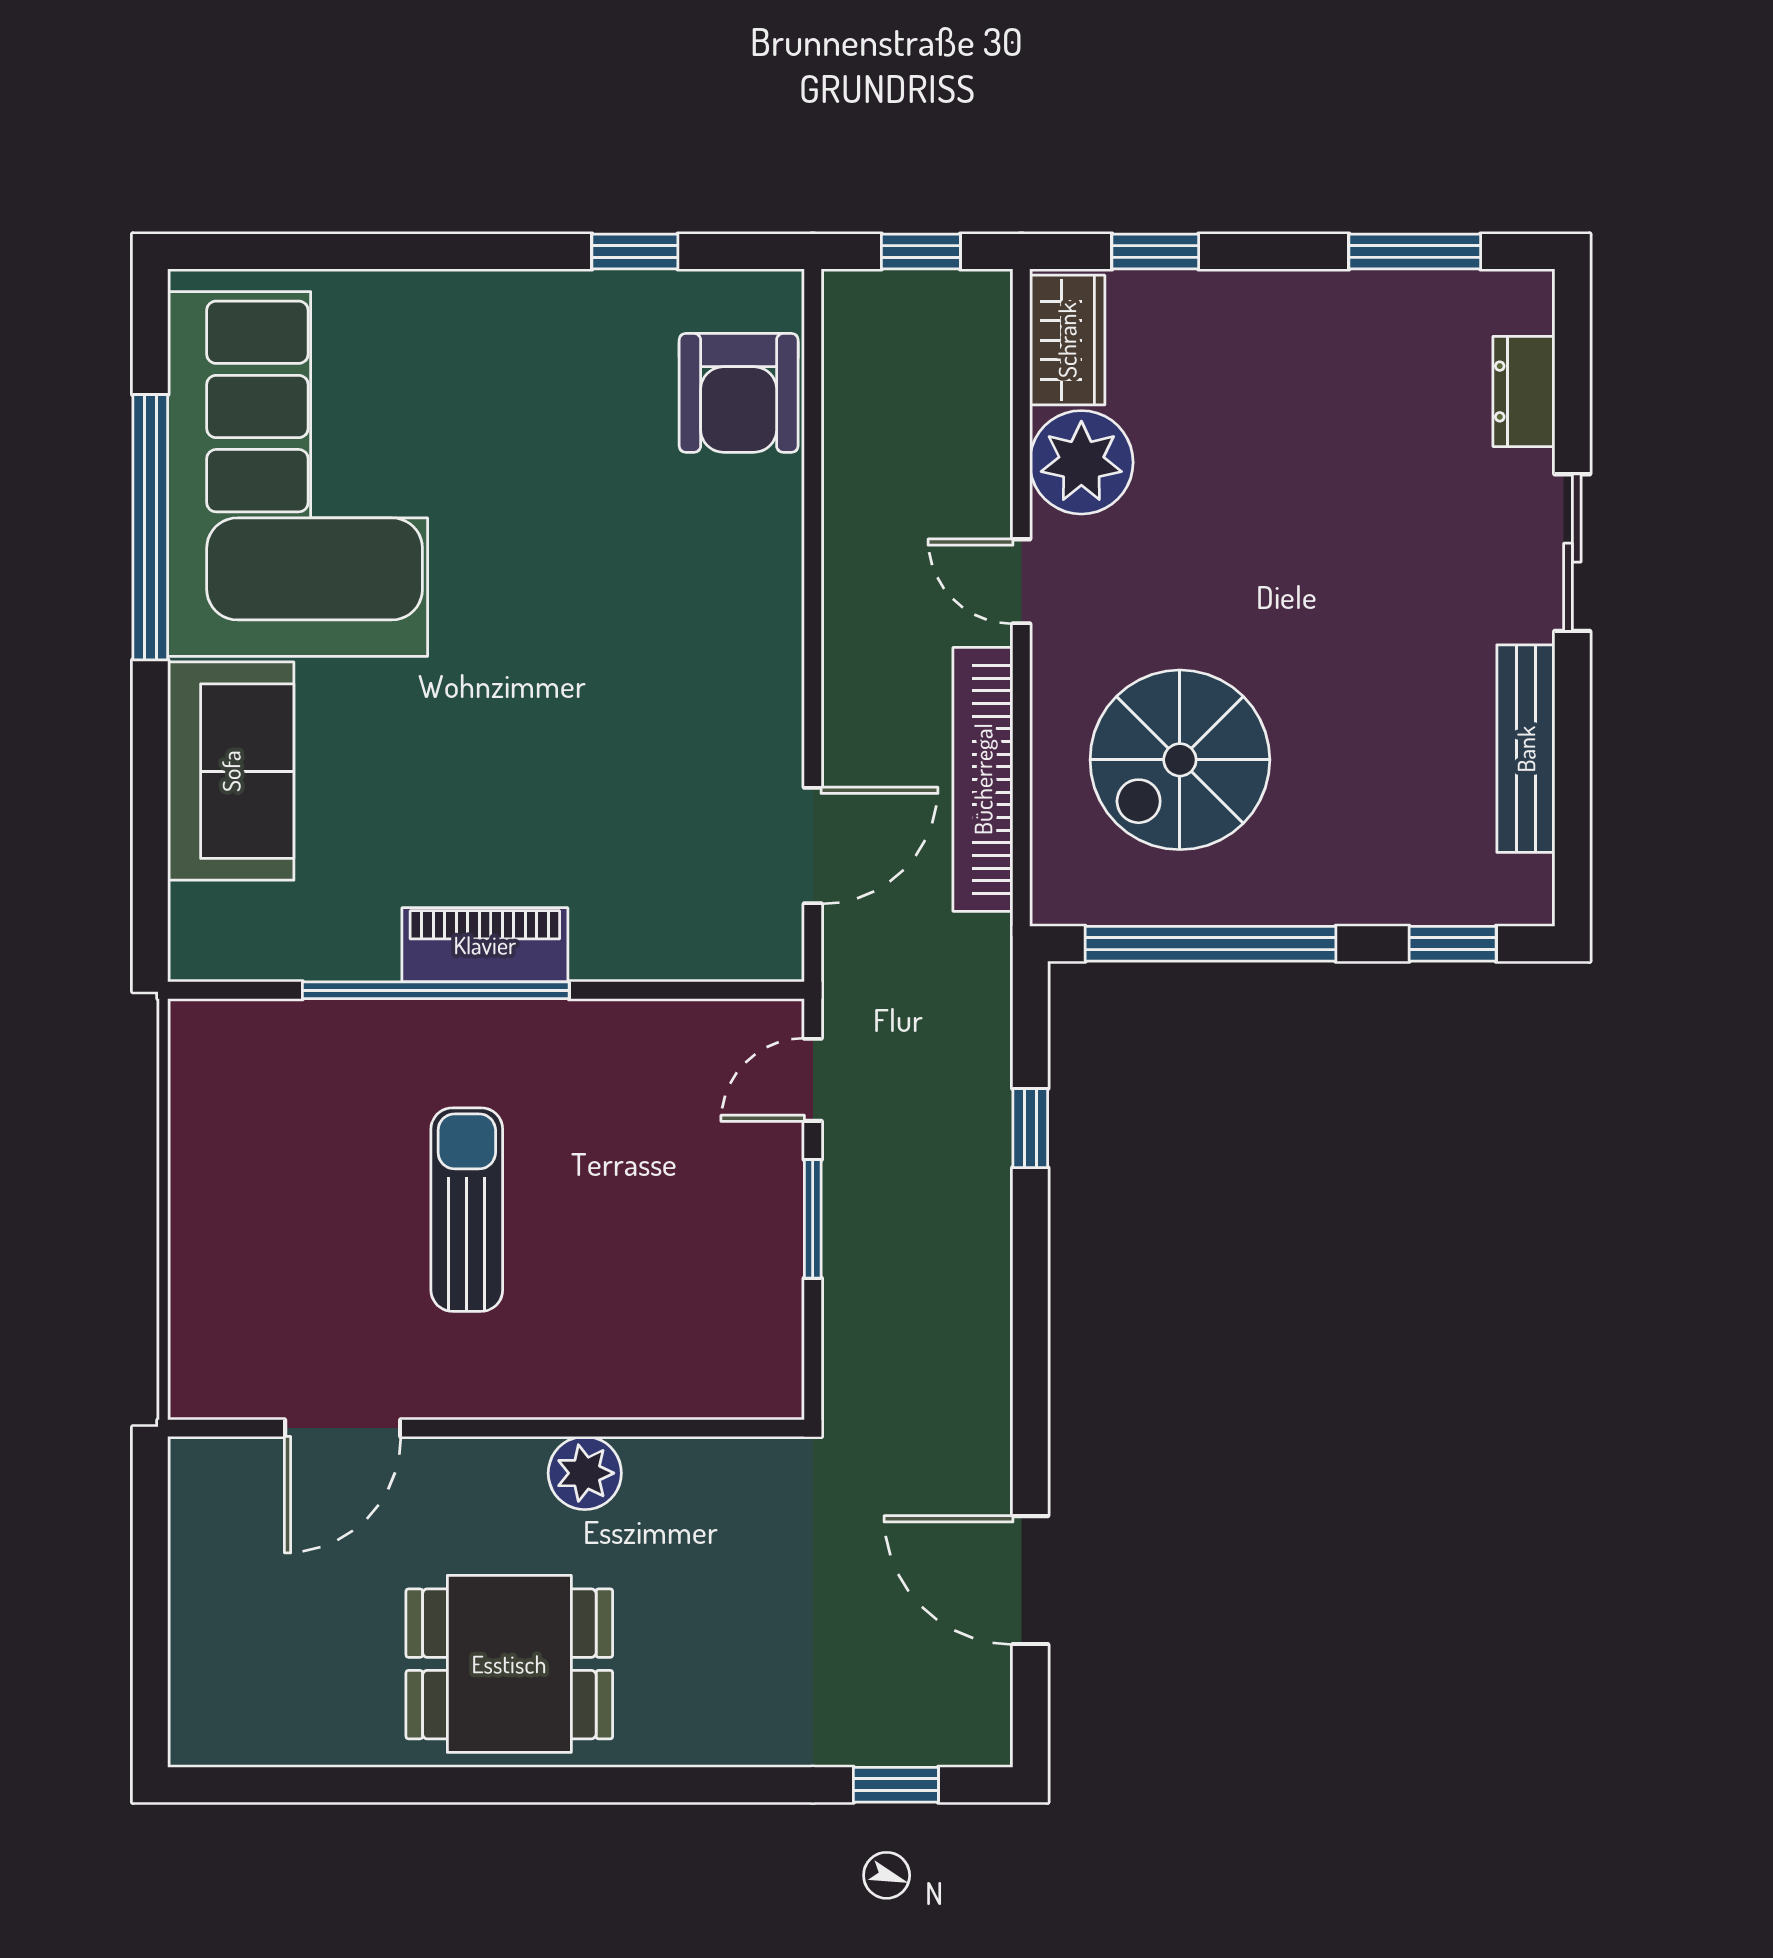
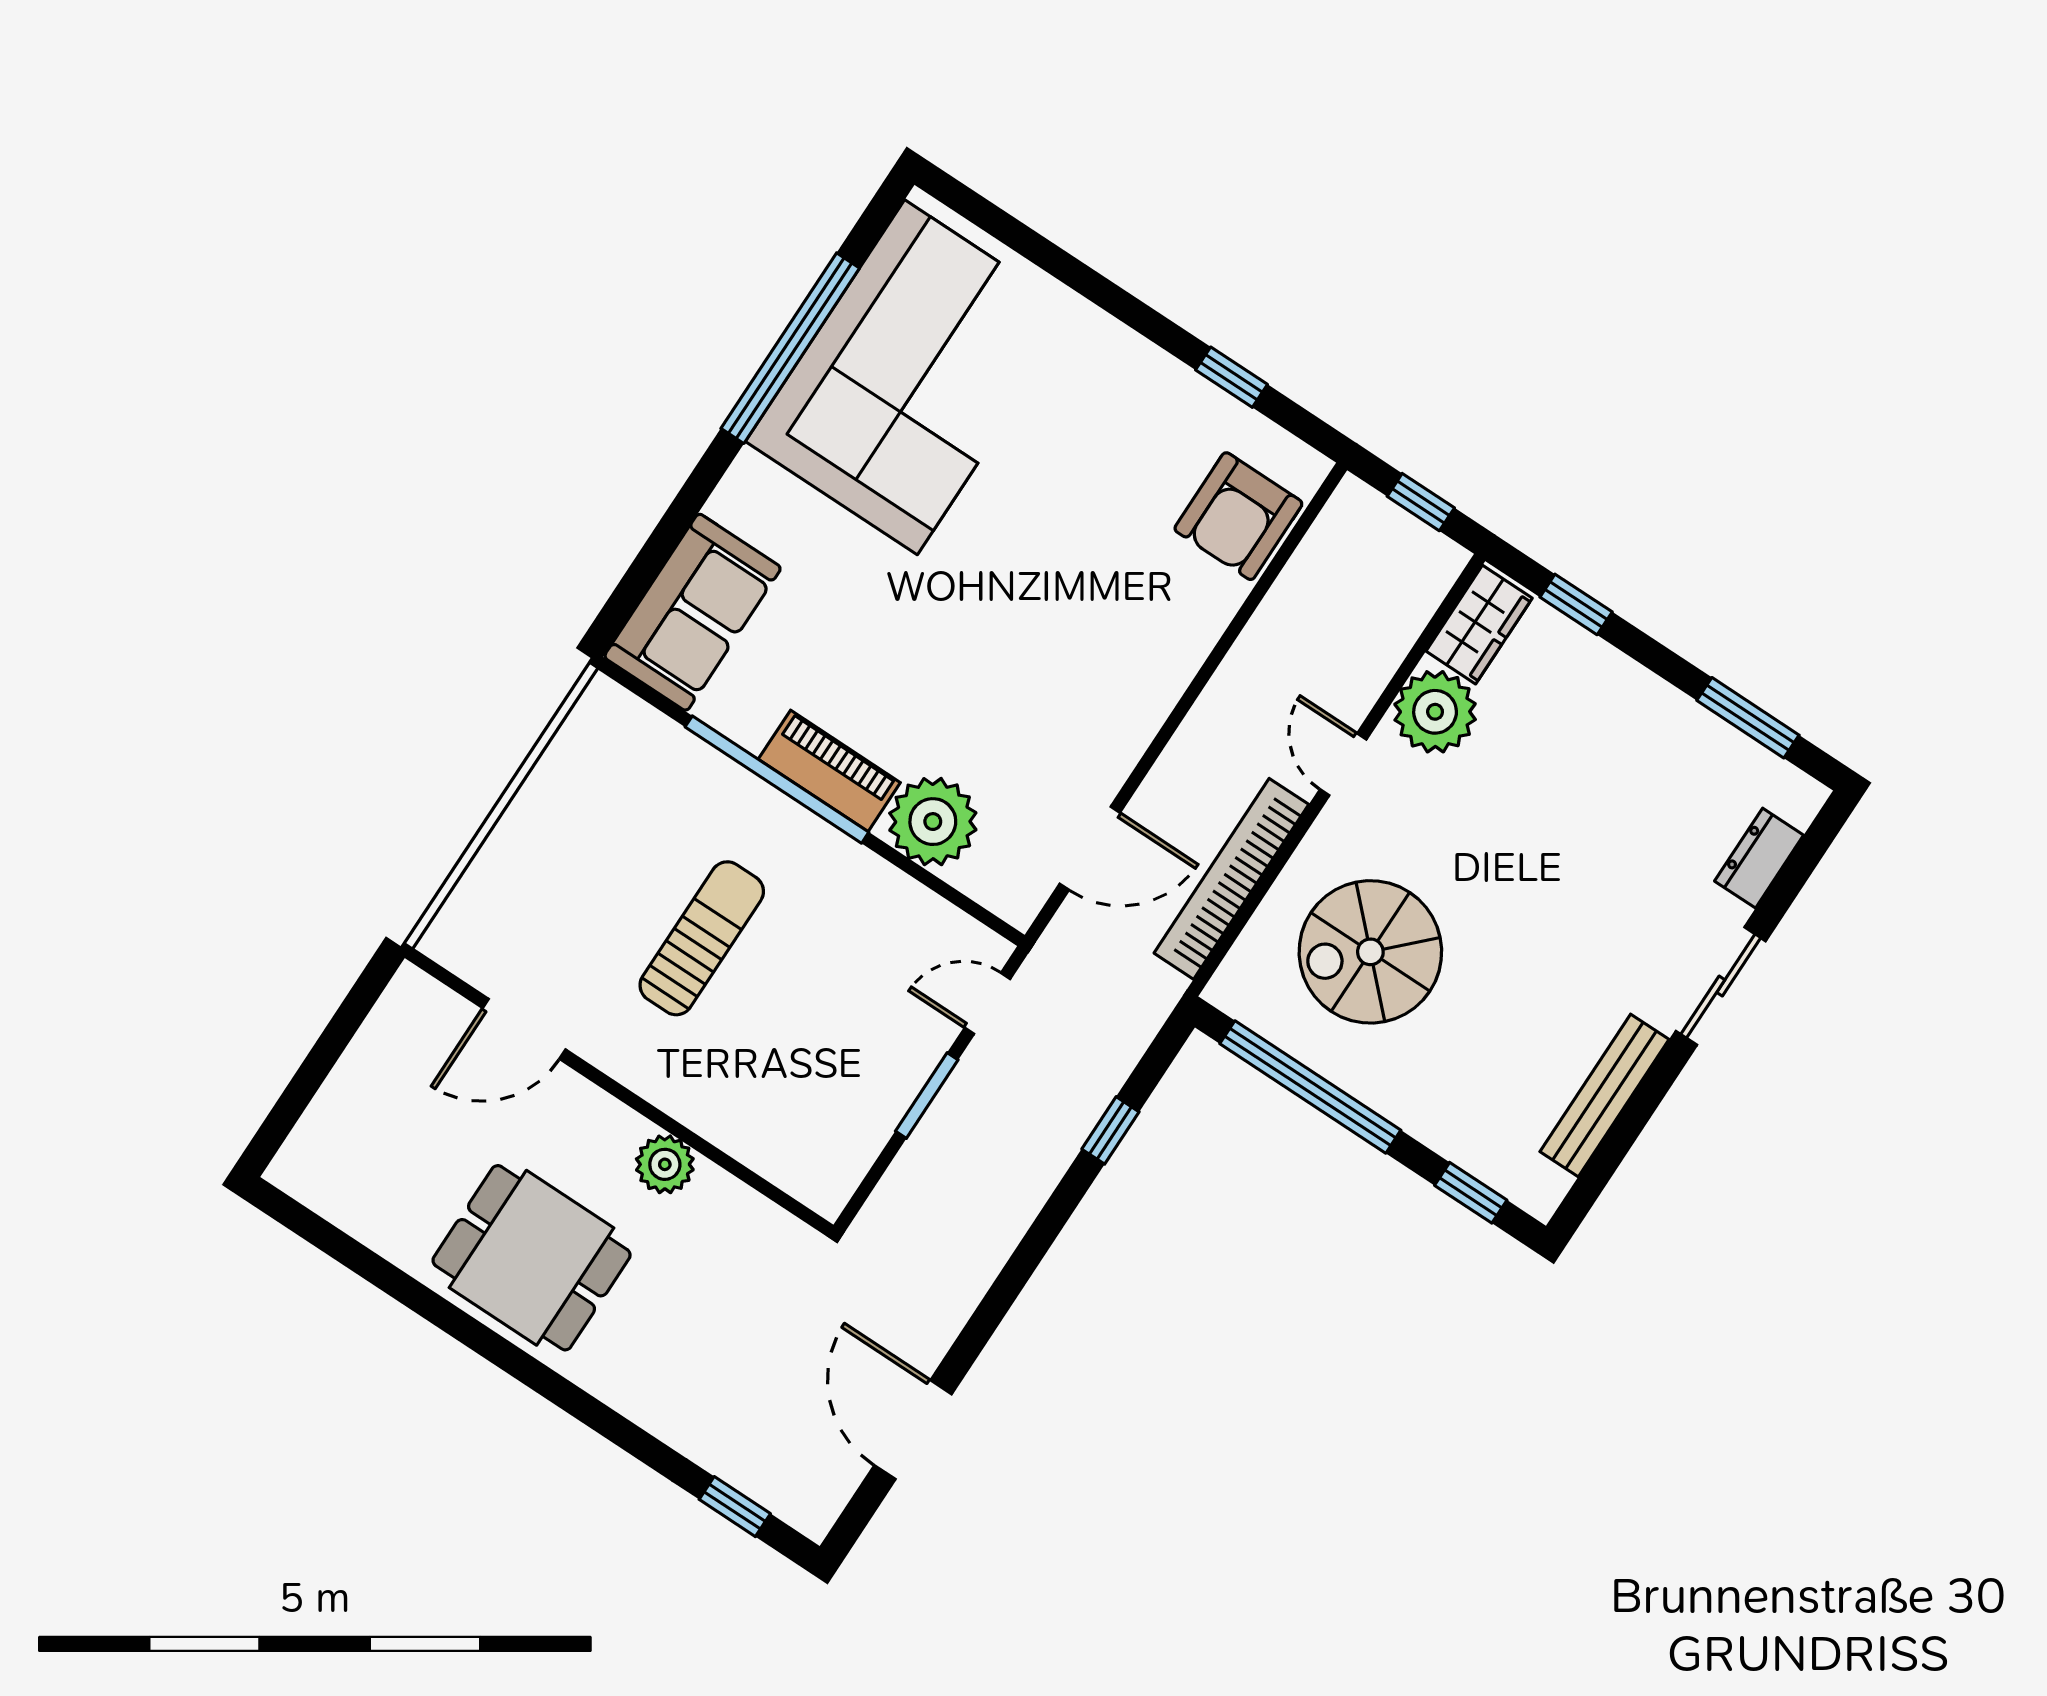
sofa: (231, 771) -> (693, 612), moved
plant: (629, 926) -> (933, 822), added

